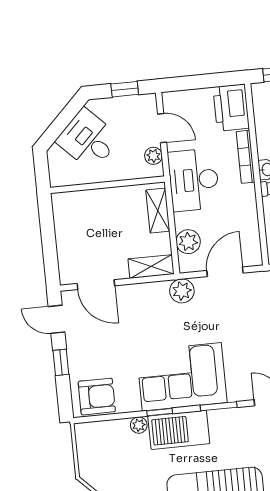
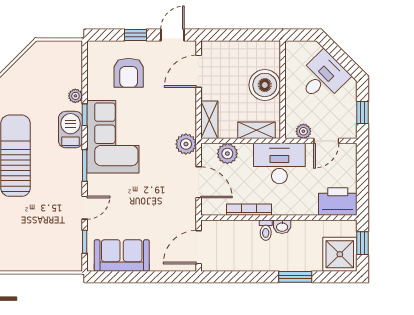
bookcase: (245, 157) -> (249, 210), moved
boiler: (104, 206) -> (265, 85), added
armchair: (97, 397) -> (129, 73), moved
barbecue: (179, 430) -> (71, 130), width x0.73, depth x0.83

